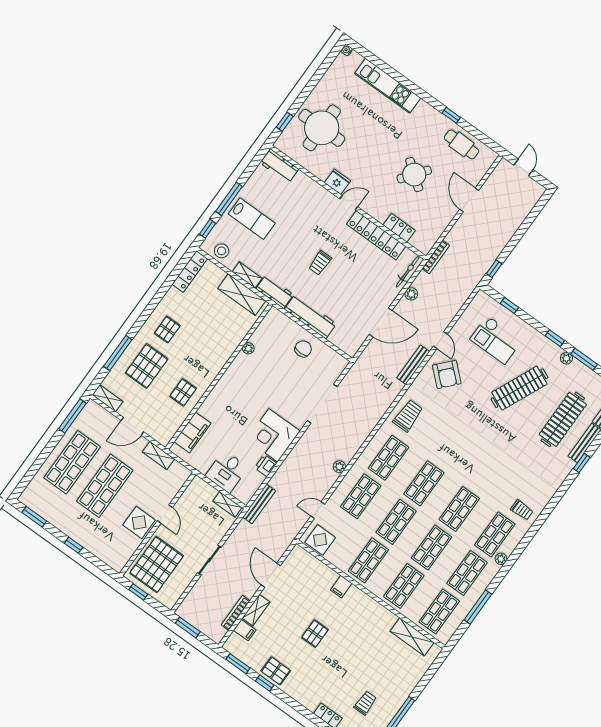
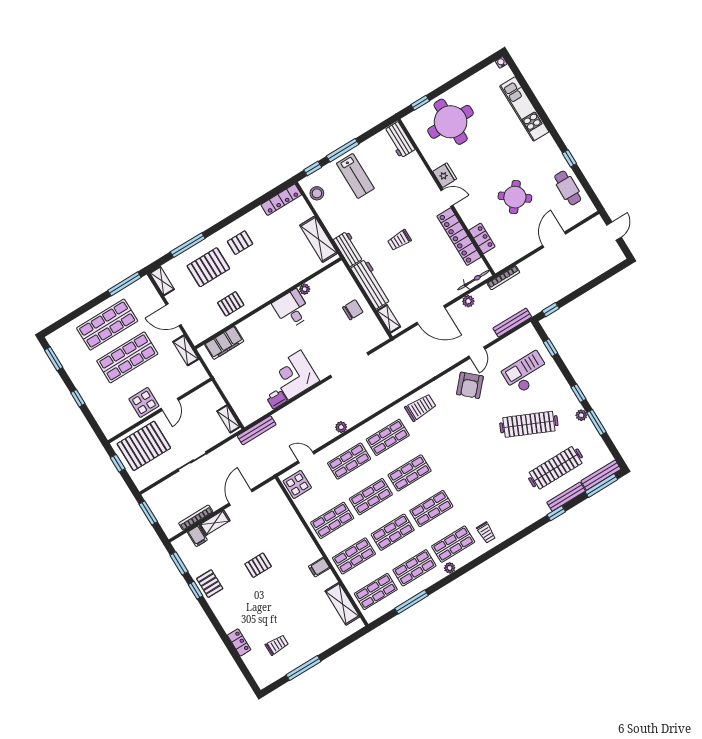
shelving: (247, 275) -> (389, 319), moved
checkout: (496, 340) -> (526, 373), turned 90
bench: (413, 365) -> (512, 323), moved
desk: (227, 472) -> (292, 309), moved, turned 90
filing cabinet: (341, 587) -> (319, 567), moved

